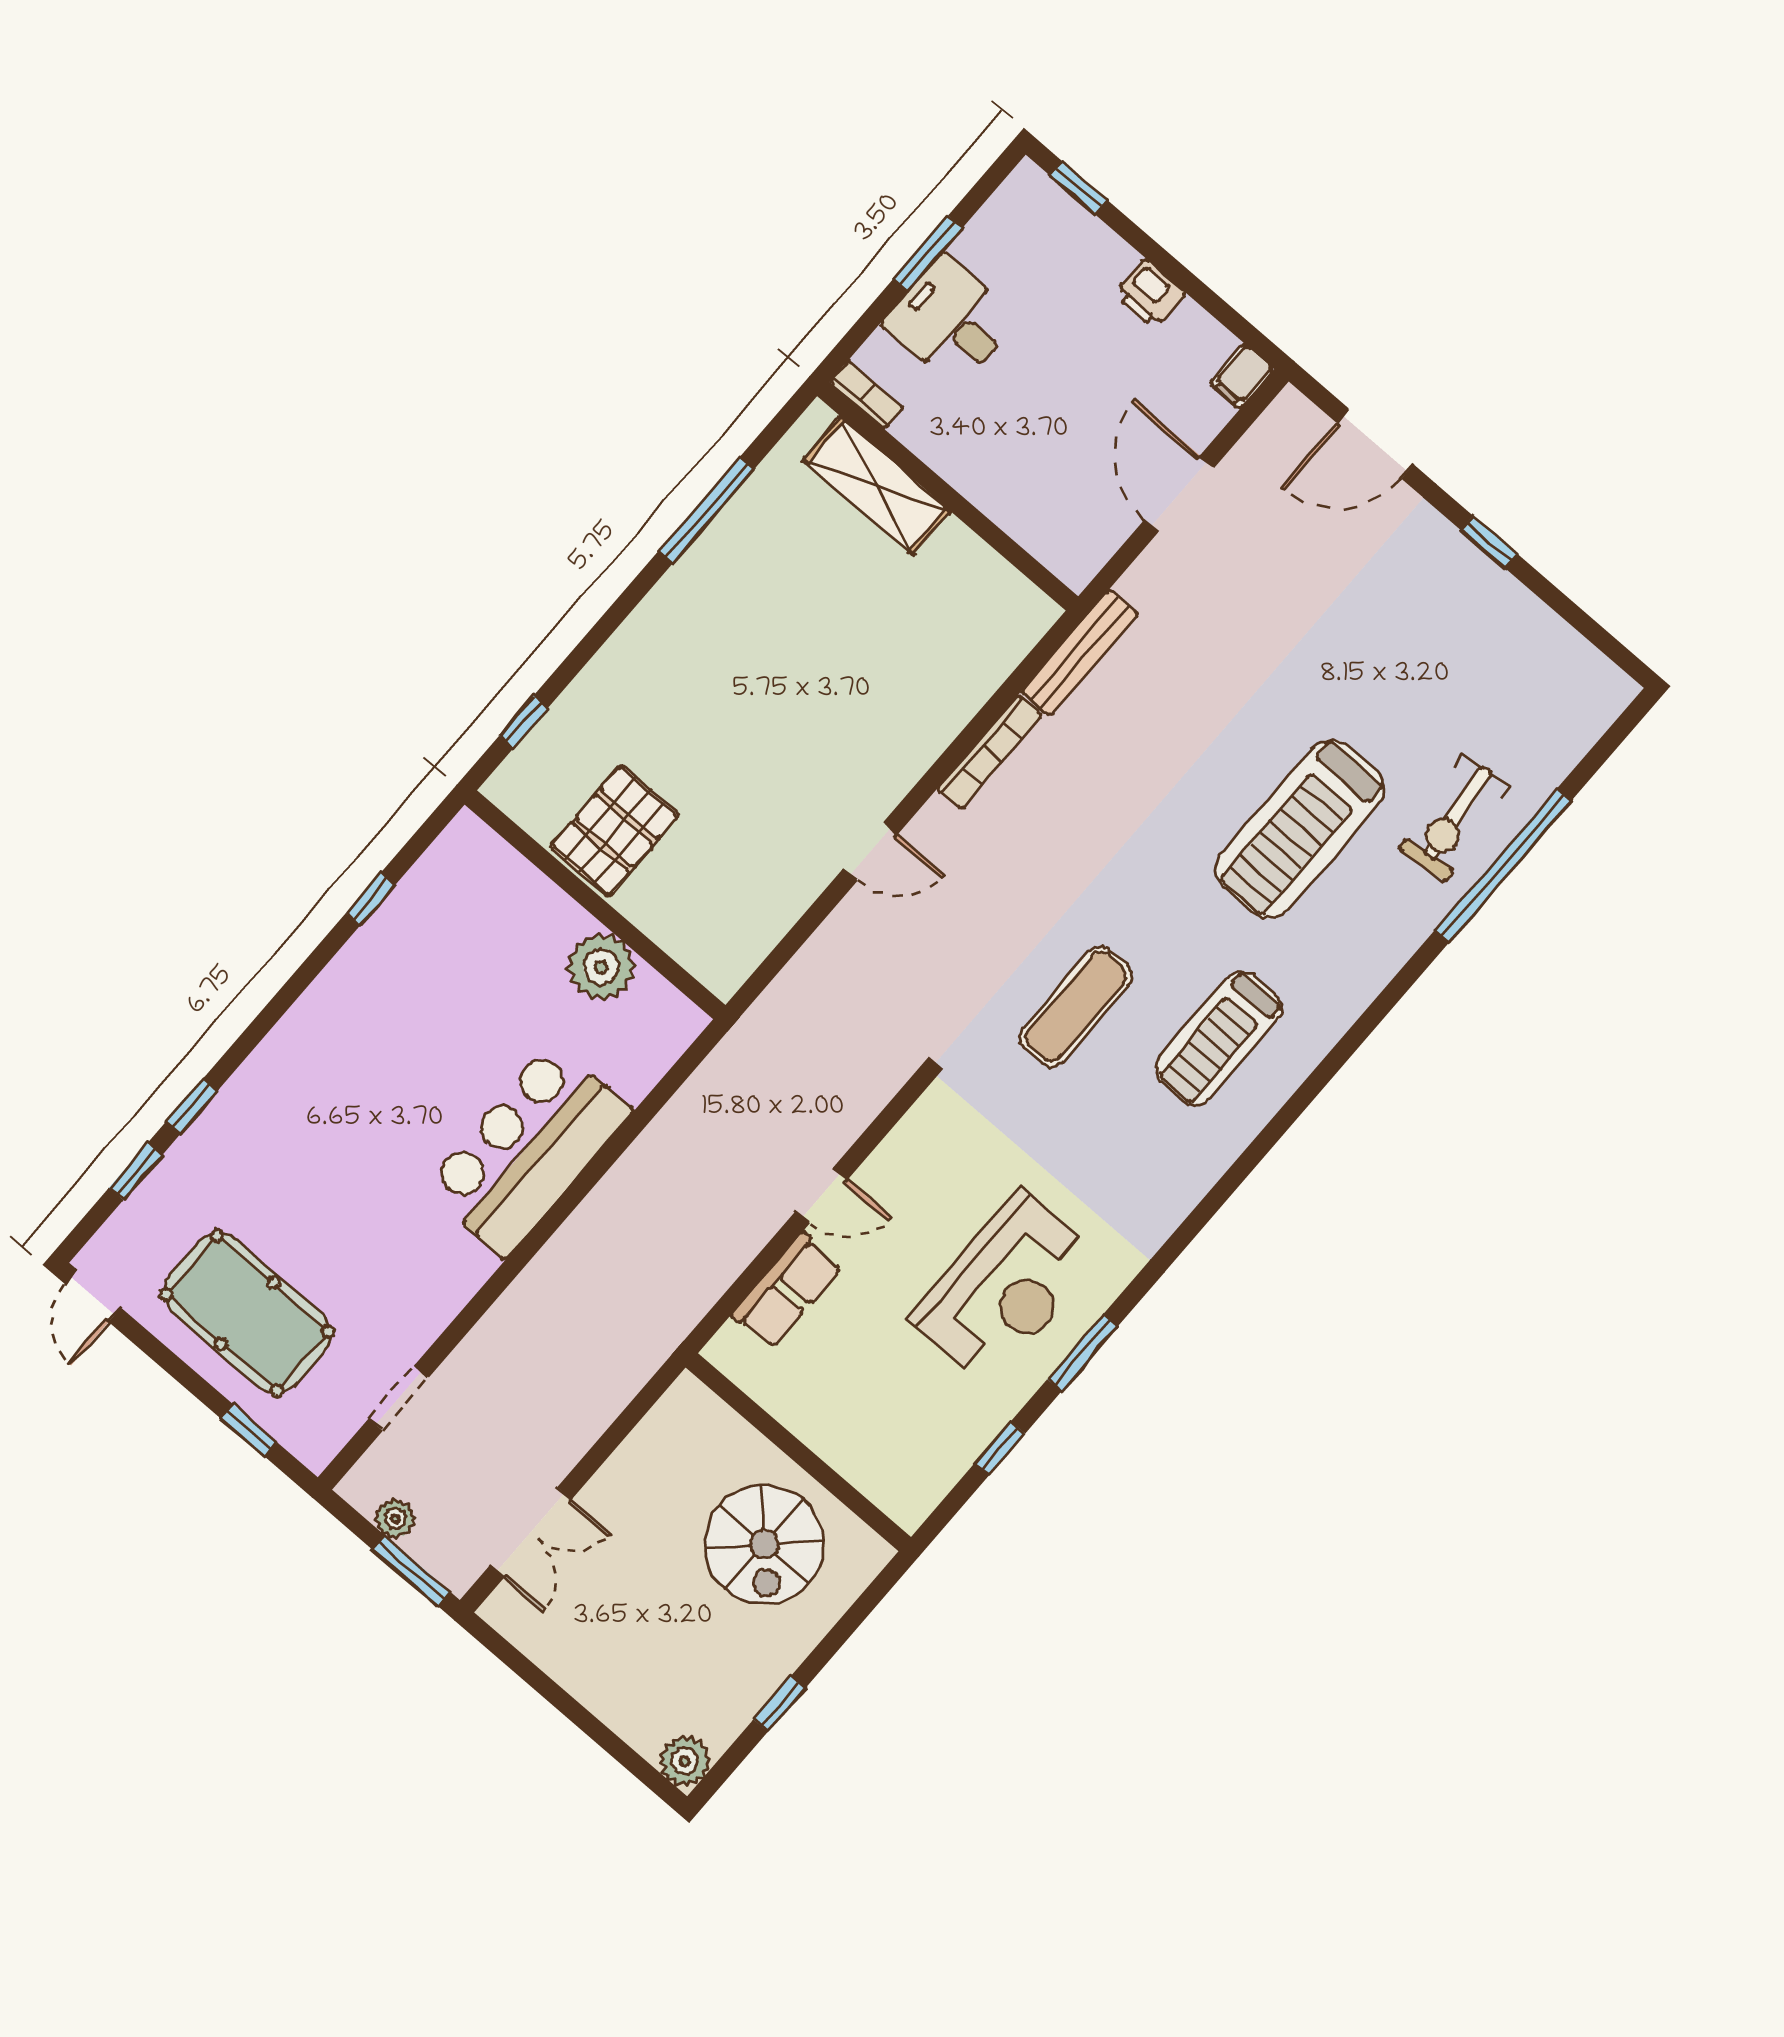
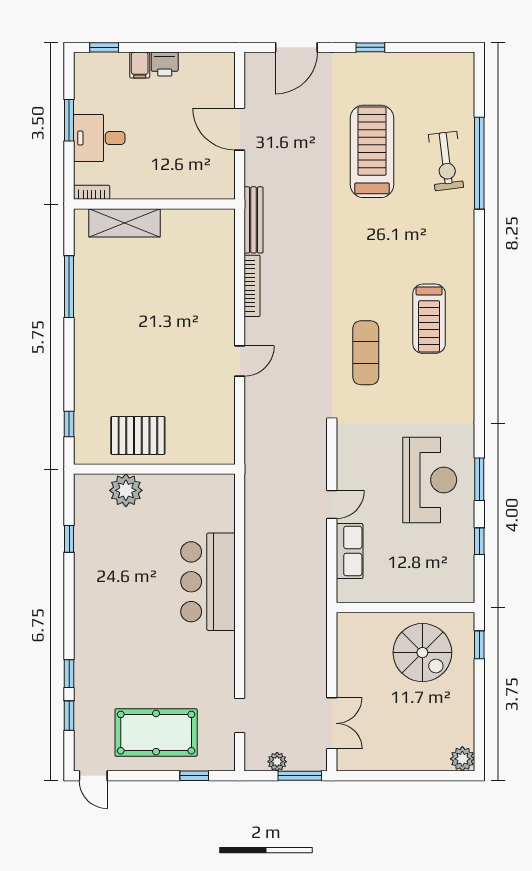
filing cabinet: (1242, 376) -> (140, 65), moved
treadmill: (1300, 829) -> (372, 151), moved, turned 180
pallet: (615, 831) -> (138, 435), turned 90
plant: (601, 967) -> (126, 490), moved
window: (779, 1704) -> (479, 645), moved

